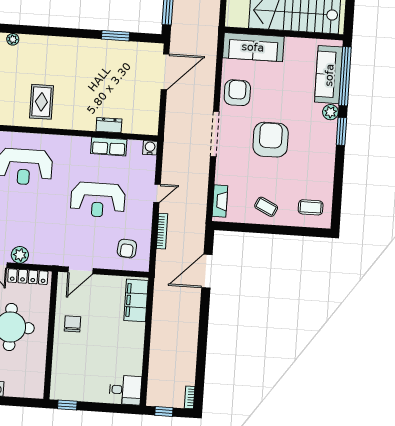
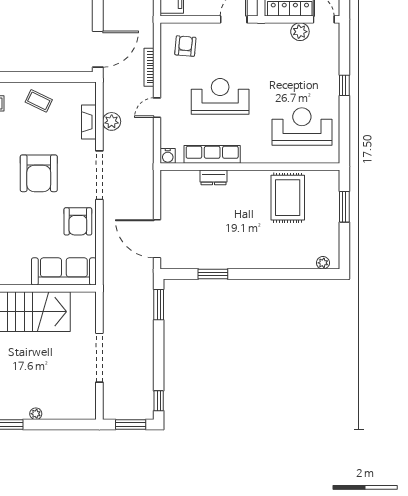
door: (165, 72) -> (157, 239), hinge flipped
rug: (41, 102) -> (288, 198), width x1.36, depth x1.43
row of seats: (109, 146) -> (212, 154), width x1.48
plant: (200, 183) -> (112, 121), added
fireplace: (220, 201) -> (89, 122), moved
door: (207, 271) -> (98, 49), moved

